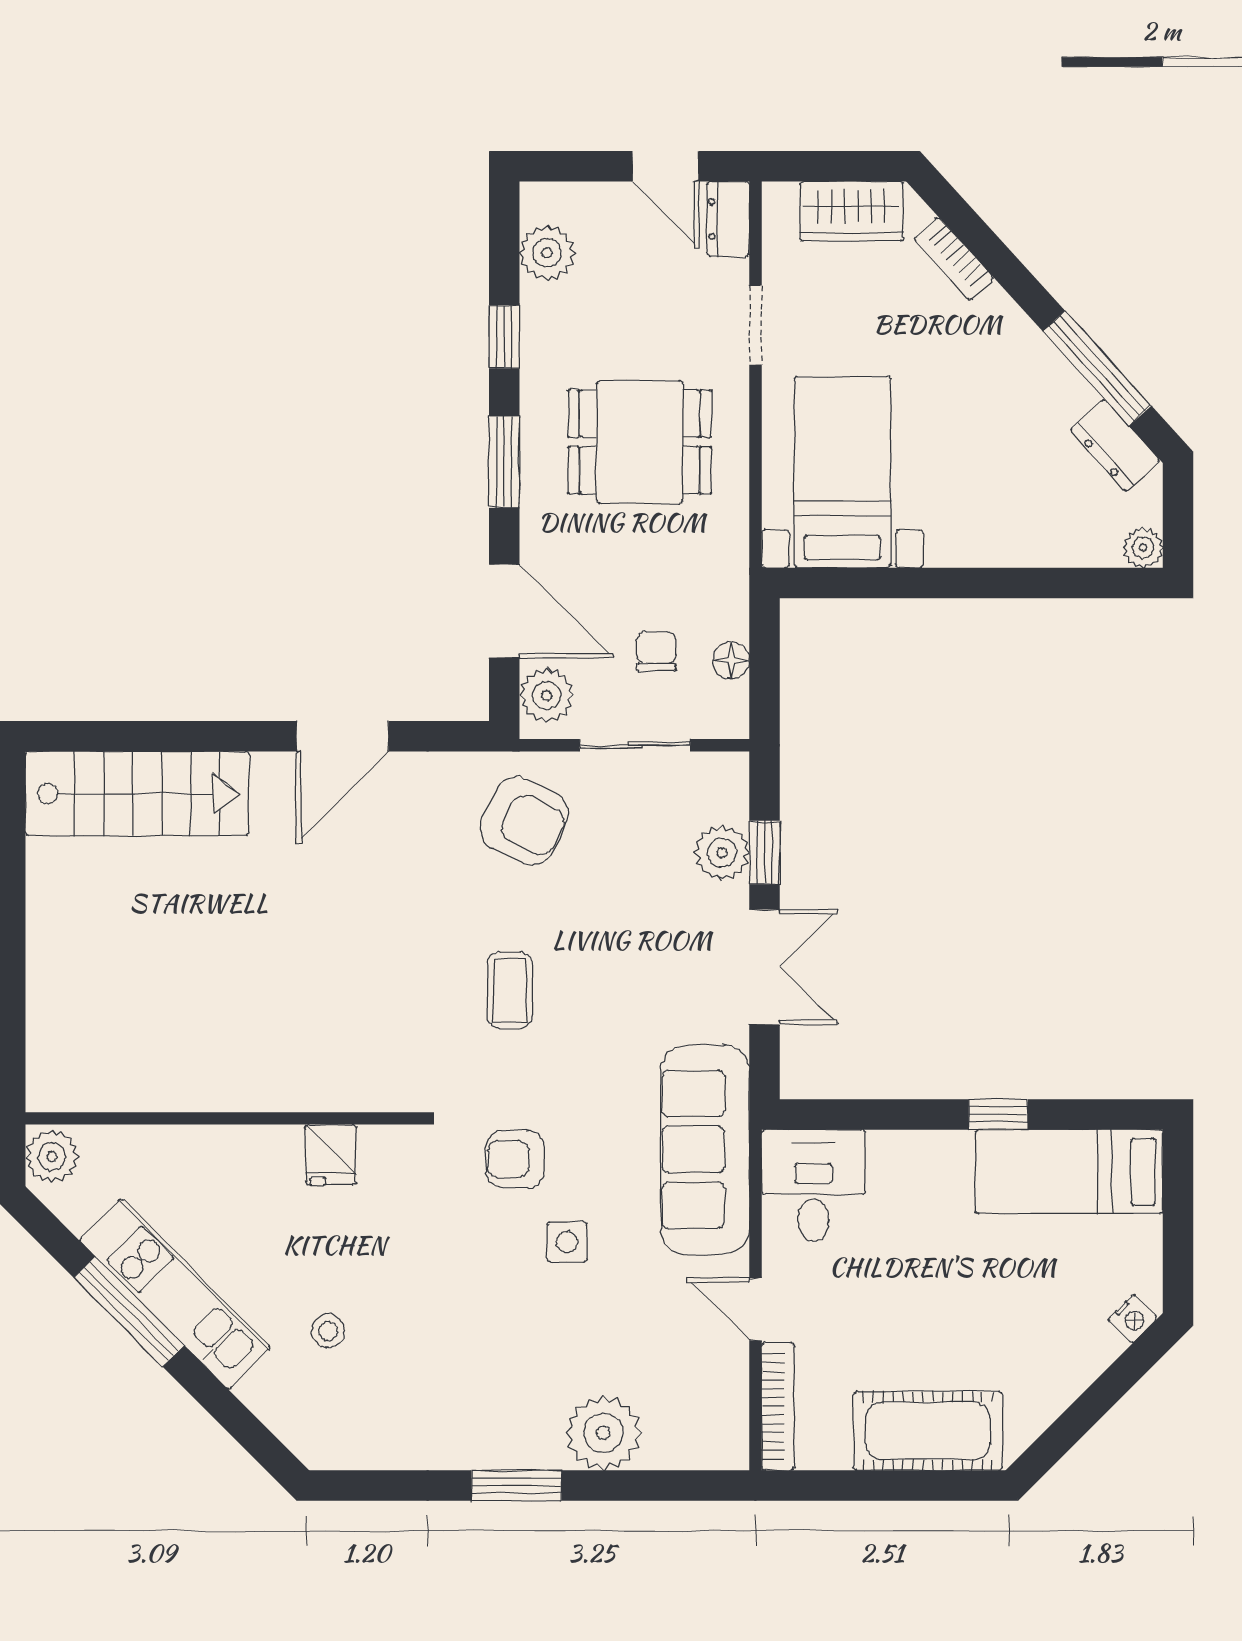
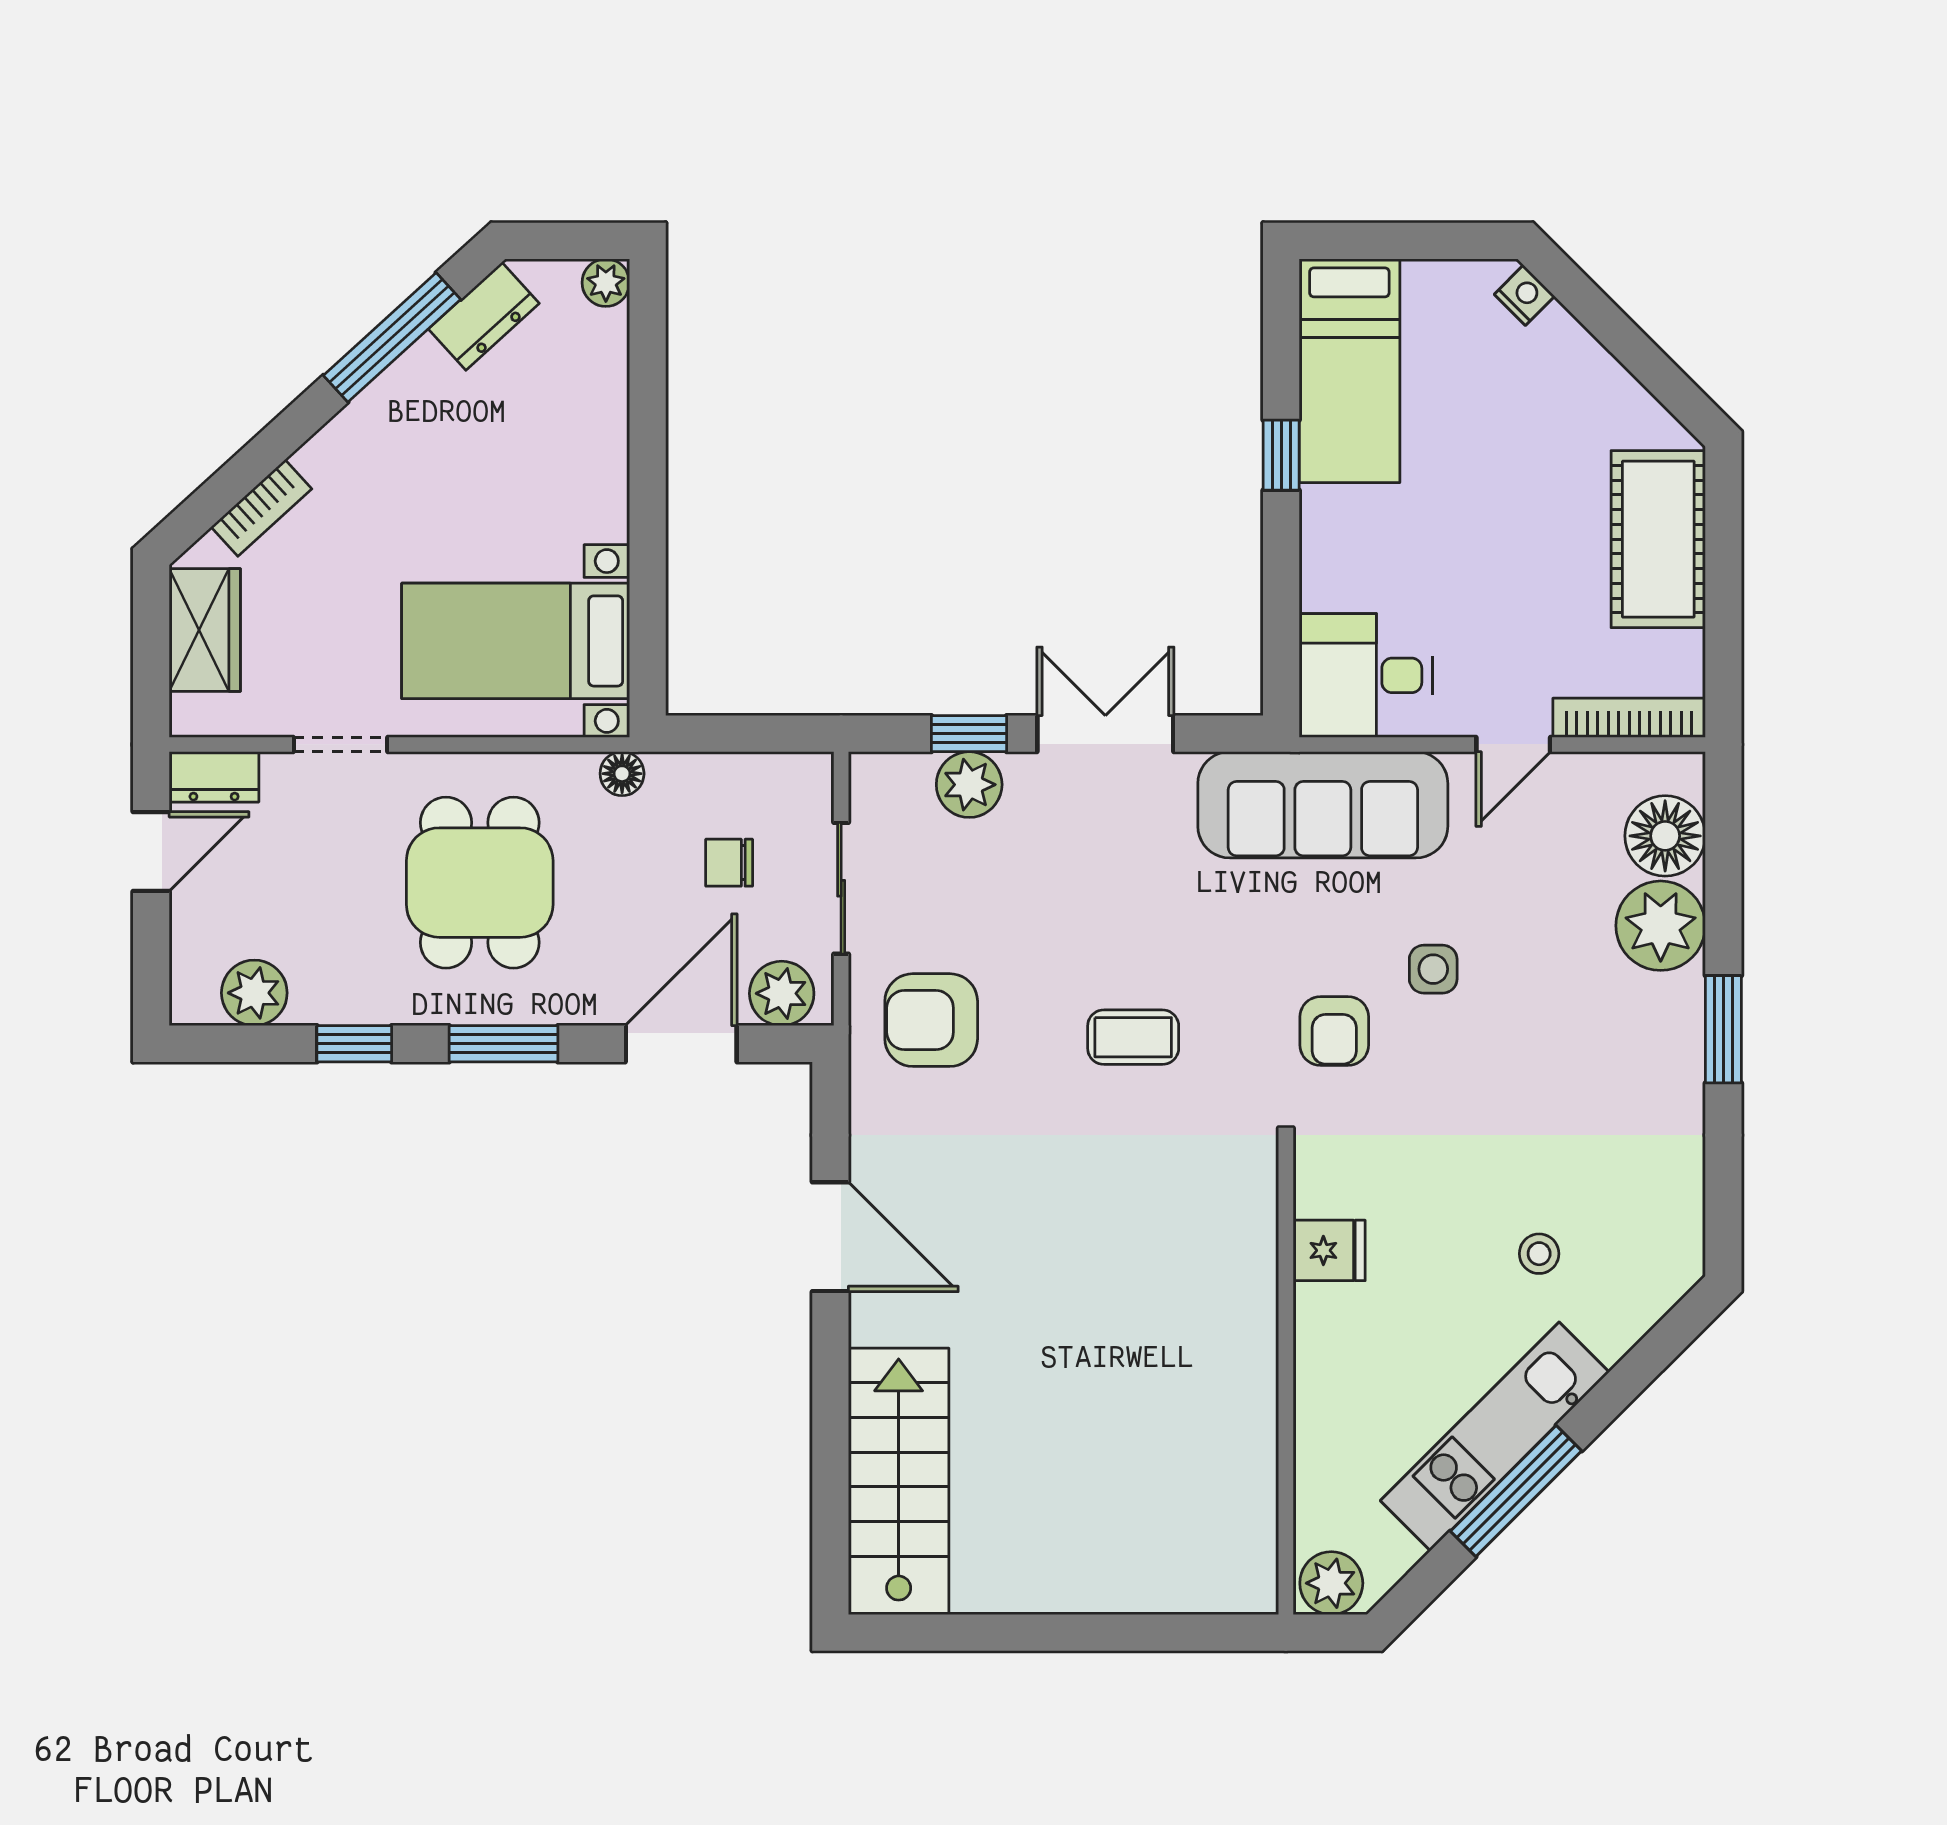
floor lamp: (731, 660) -> (622, 774), moved
armchair: (524, 821) -> (931, 1020), turned -116
floor lamp: (679, 1437) -> (1665, 836), added

